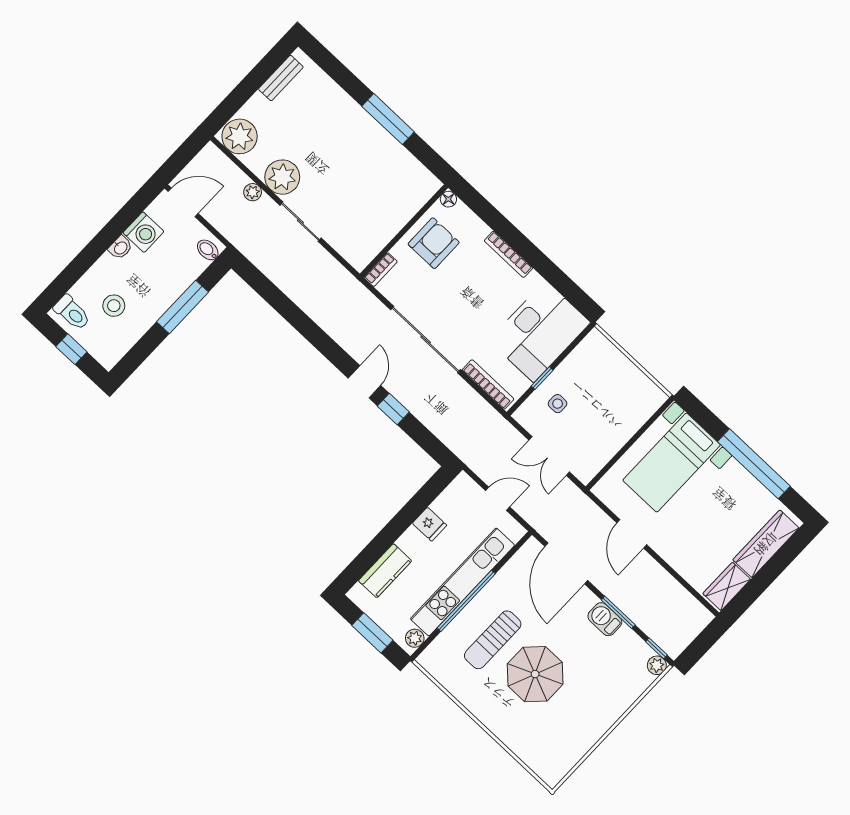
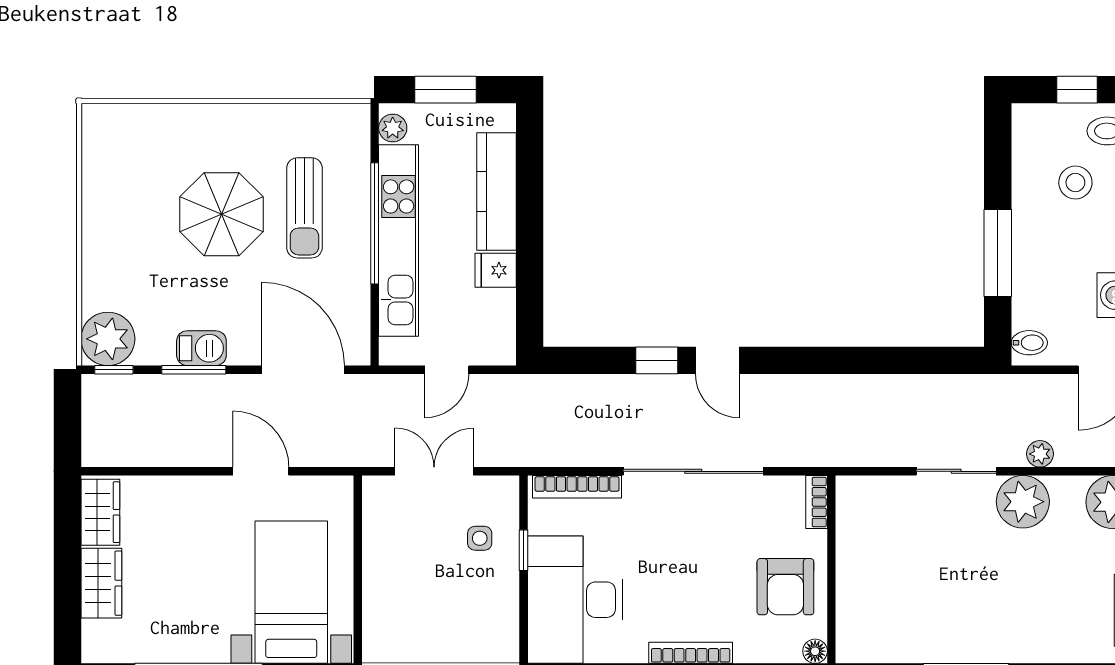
wardrobe: (766, 544) -> (101, 583), width x0.67
kitchen counter: (385, 571) -> (496, 191), width x1.50
sun lounger: (493, 640) -> (304, 208), turned 180
plant: (657, 665) -> (108, 339), width x1.88, depth x1.88

